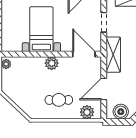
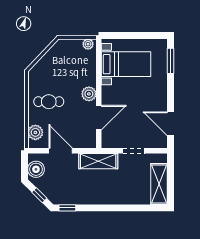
bed with nightstands: (41, 29) -> (126, 64), moved
door: (84, 54) -> (99, 118), moved
cafe table: (59, 100) -> (49, 102), turned 90

